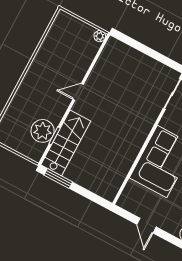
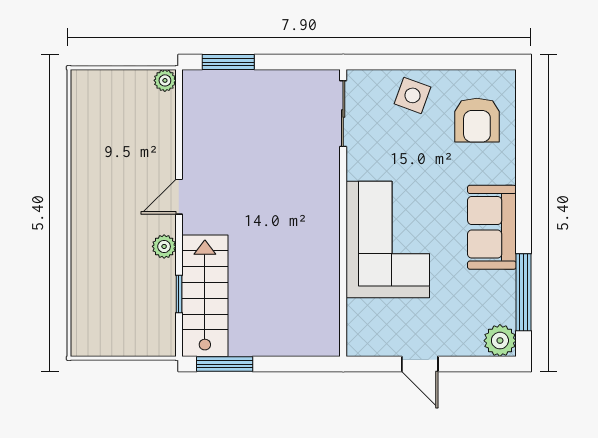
window: (133, 43) -> (228, 62), added
plant: (43, 131) -> (164, 246), moved, width x0.53, depth x0.53

